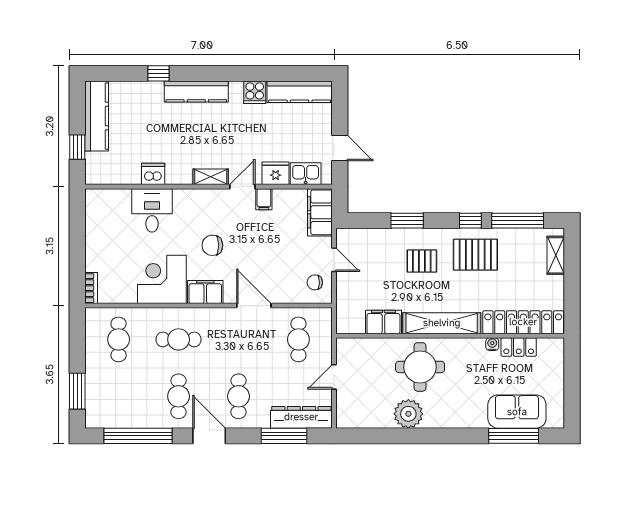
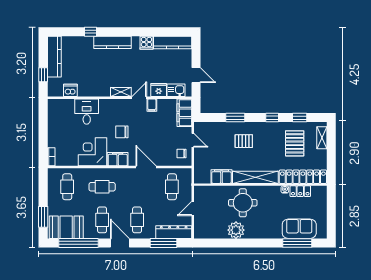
dishwasher: (153, 174) -> (70, 90), moved
window: (518, 221) -> (300, 118), width x0.46
pallet: (475, 255) -> (295, 143), moved, turned 90
booth: (117, 409) -> (66, 227), added

